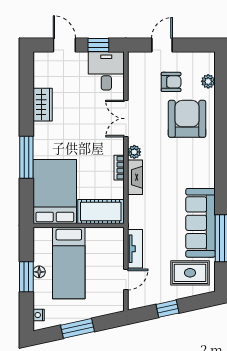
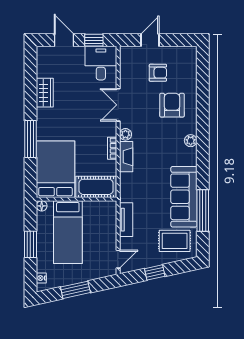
plant: (208, 81) -> (191, 141), moved
armchair: (187, 119) -> (172, 105), width x0.73, depth x0.73
floor lamp: (39, 272) -> (42, 206), moved
door: (126, 280) -> (118, 259), moved

